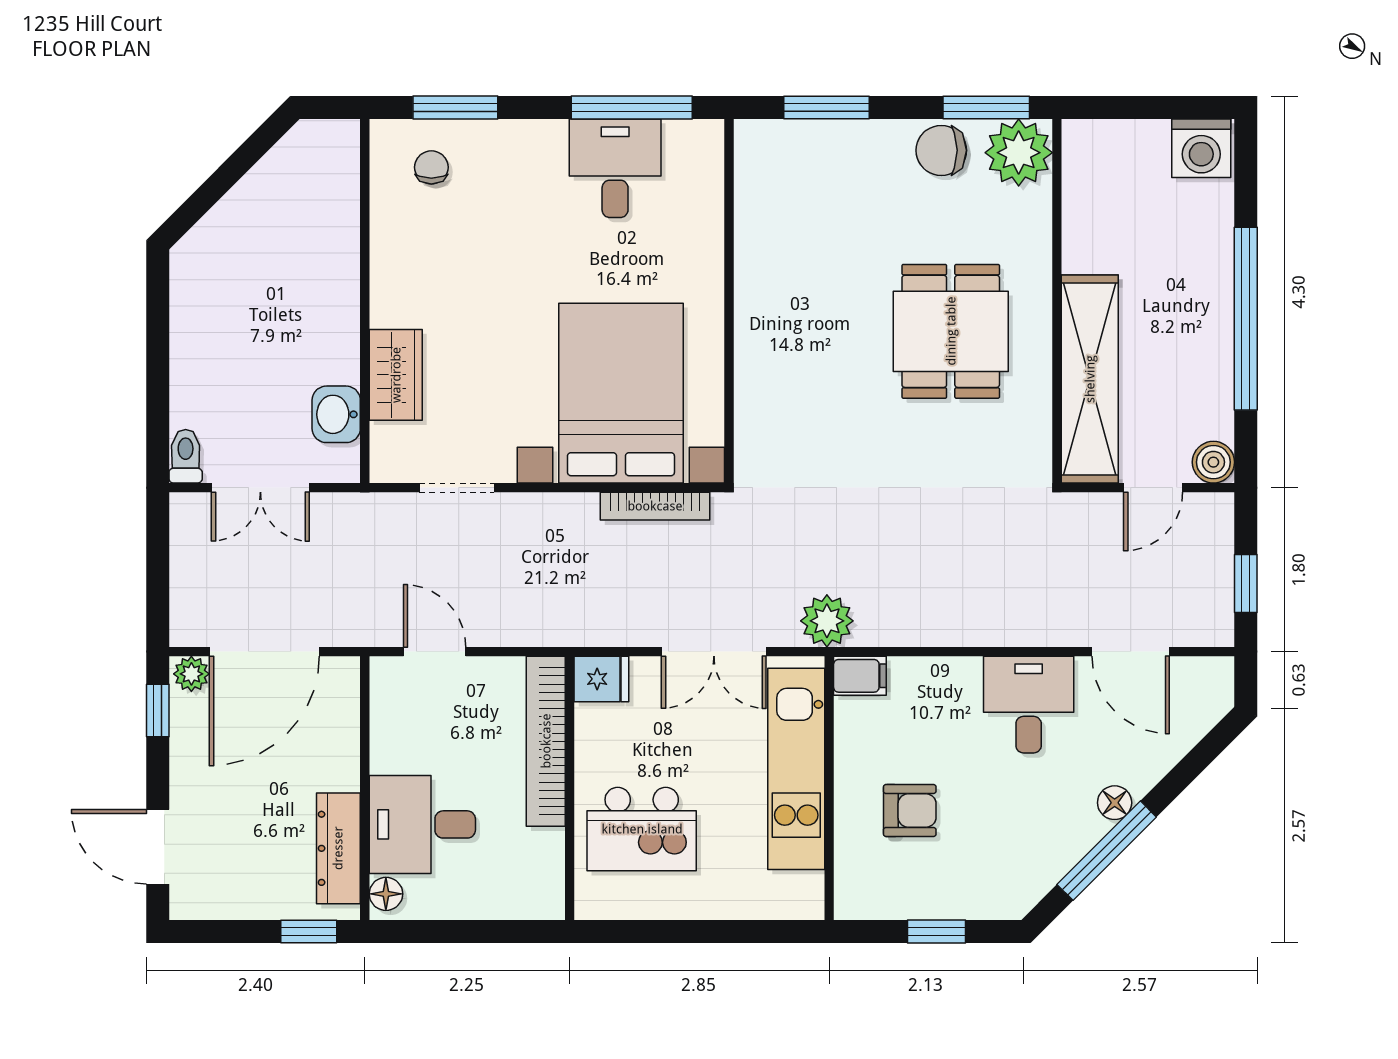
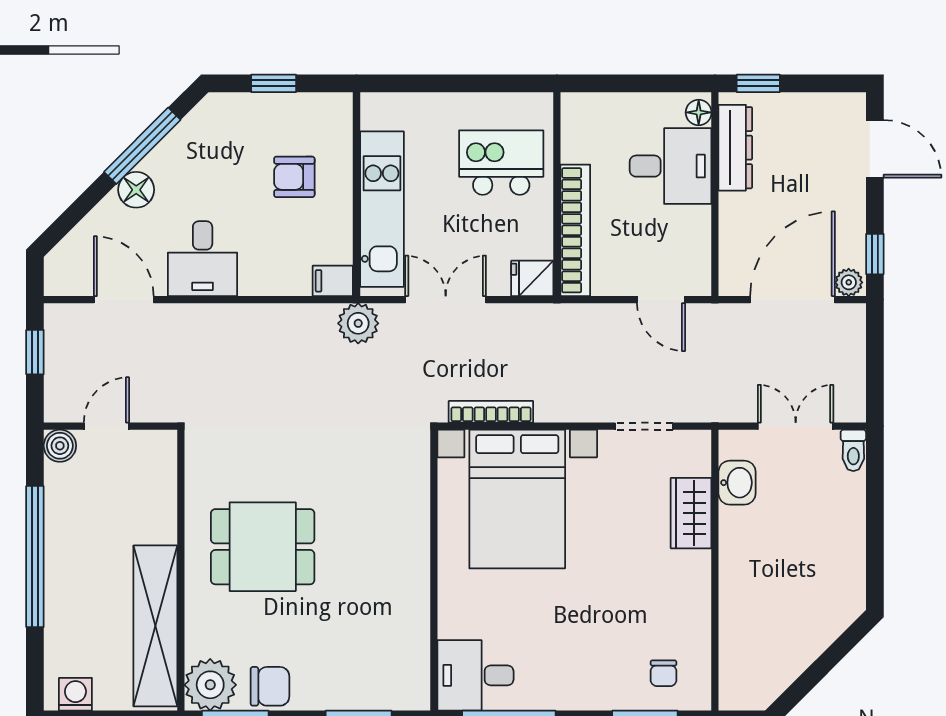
washing machine: (1201, 148) -> (75, 694), width x0.73, depth x0.73
desk: (615, 168) -> (475, 675), moved, turned 90
dining table: (951, 331) -> (263, 547), turned 90
shelving: (1090, 379) -> (155, 626), moved
floor lamp: (1115, 803) -> (136, 190), width x1.37, depth x1.37

